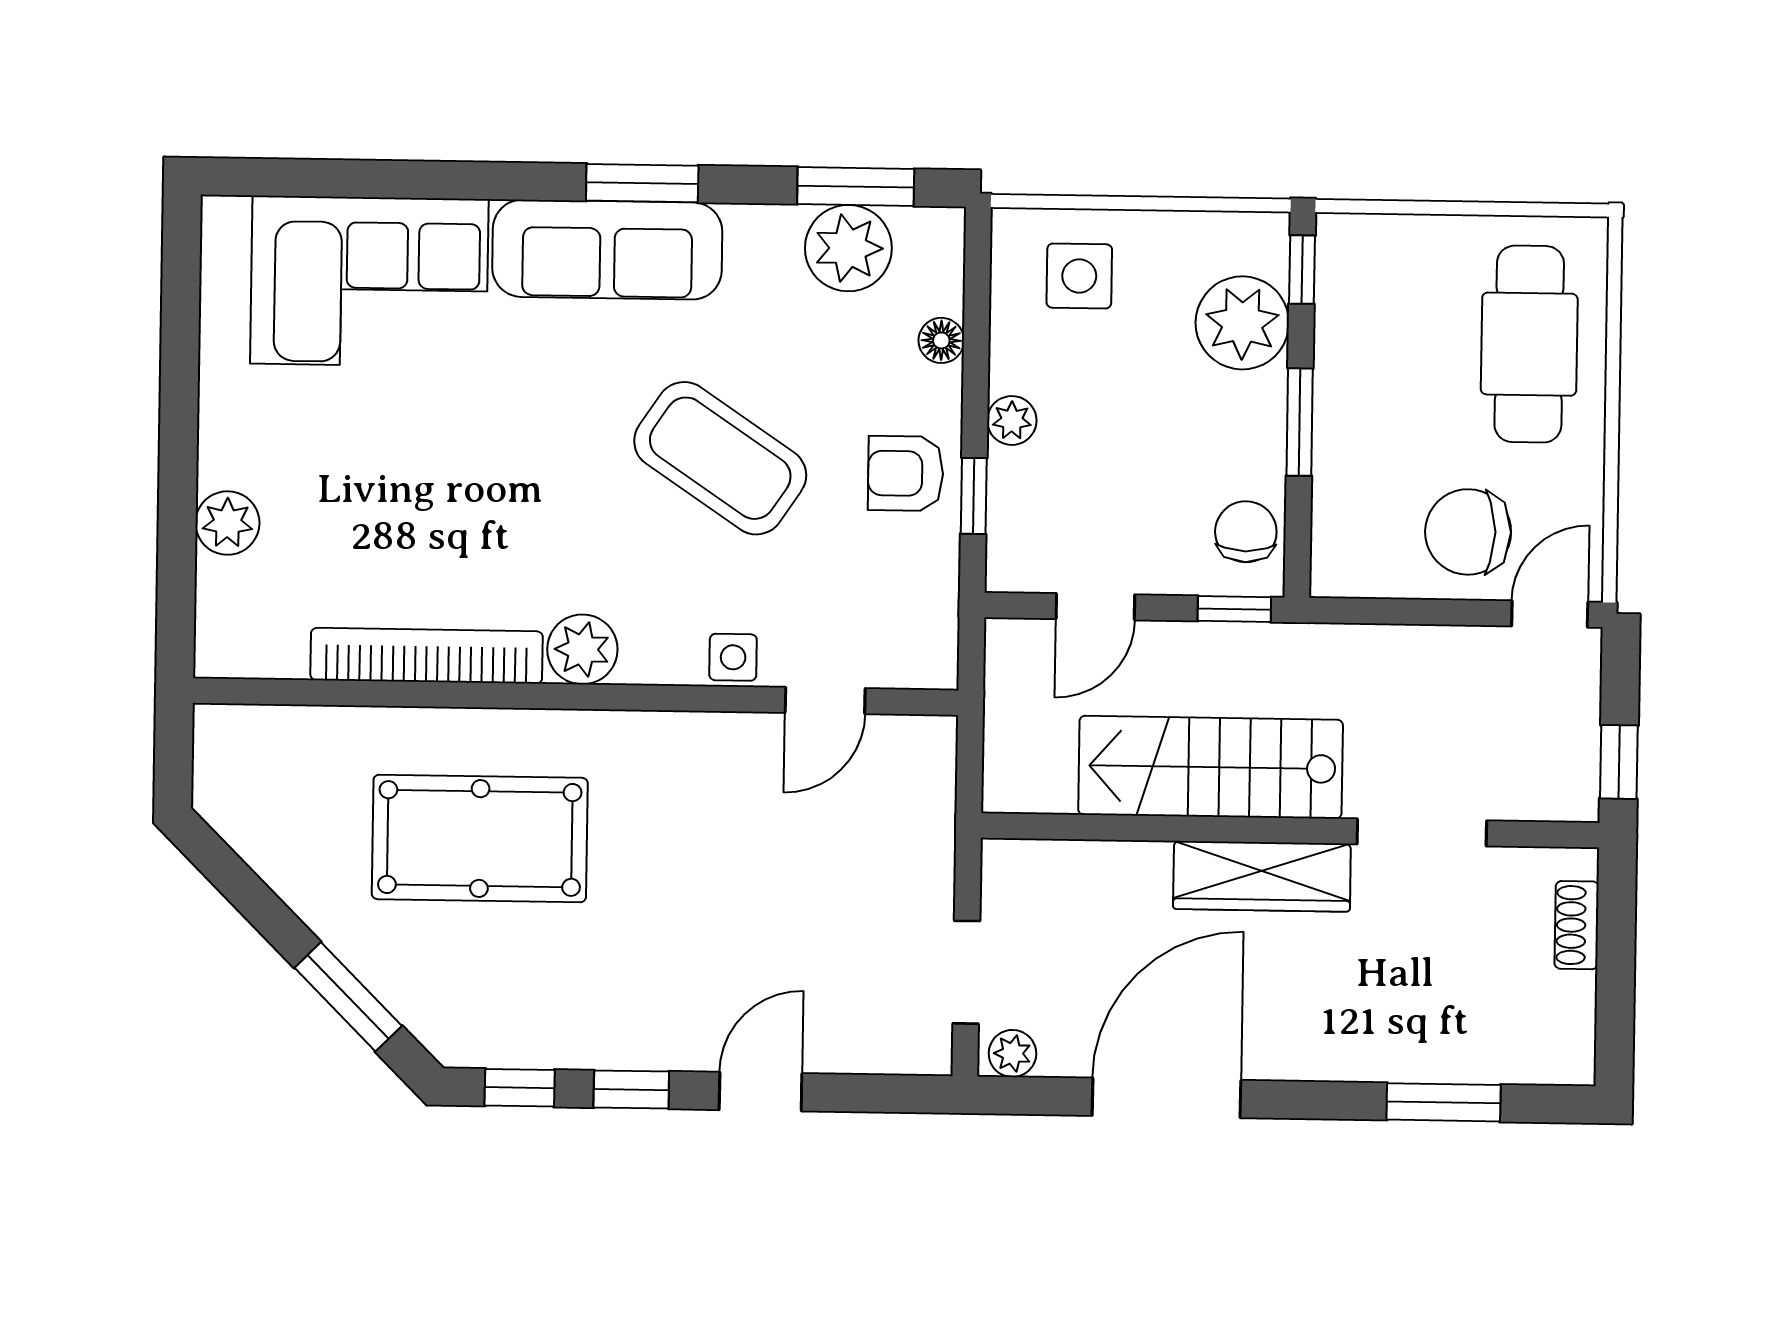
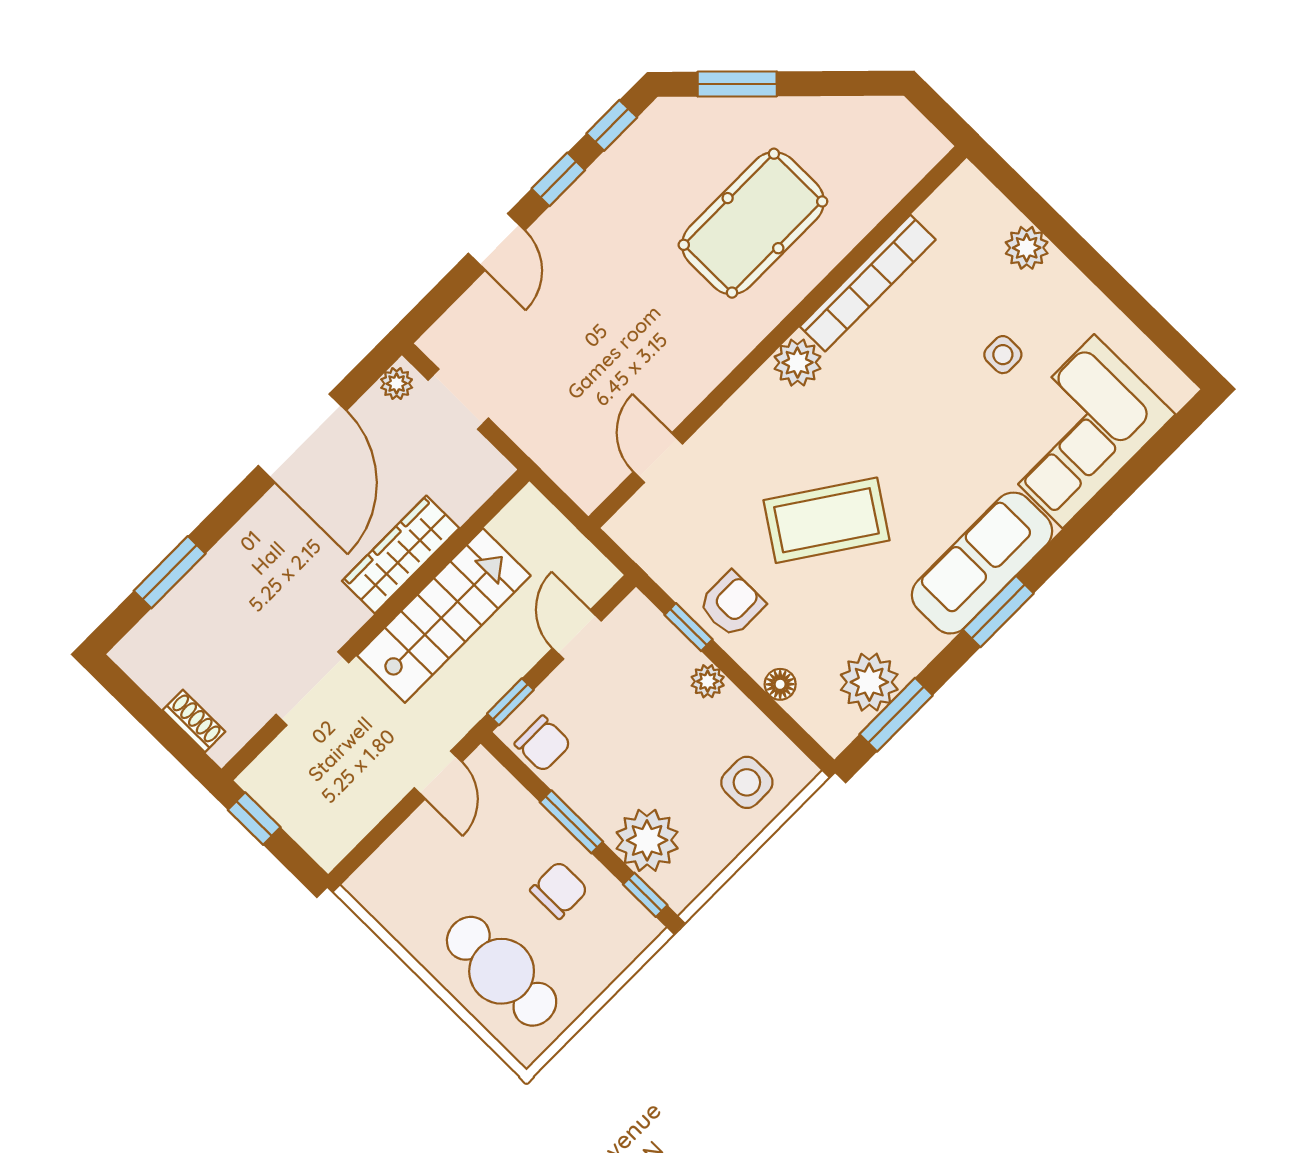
chair: (1468, 532) -> (559, 890), moved, width x0.73, depth x0.73
door: (1550, 614) -> (438, 775), moved
side table: (733, 657) -> (1003, 355), moved
wardrobe: (1262, 876) -> (401, 555), moved

